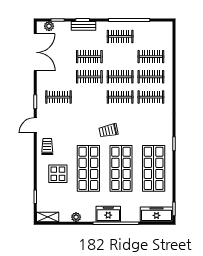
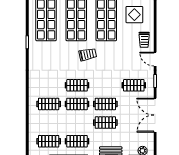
double door: (35, 52) -> (155, 115), moved
clothes rail: (151, 57) -> (49, 141), moved
clothes rail: (151, 97) -> (49, 85), removed
door: (35, 125) -> (155, 59), swing flipped

